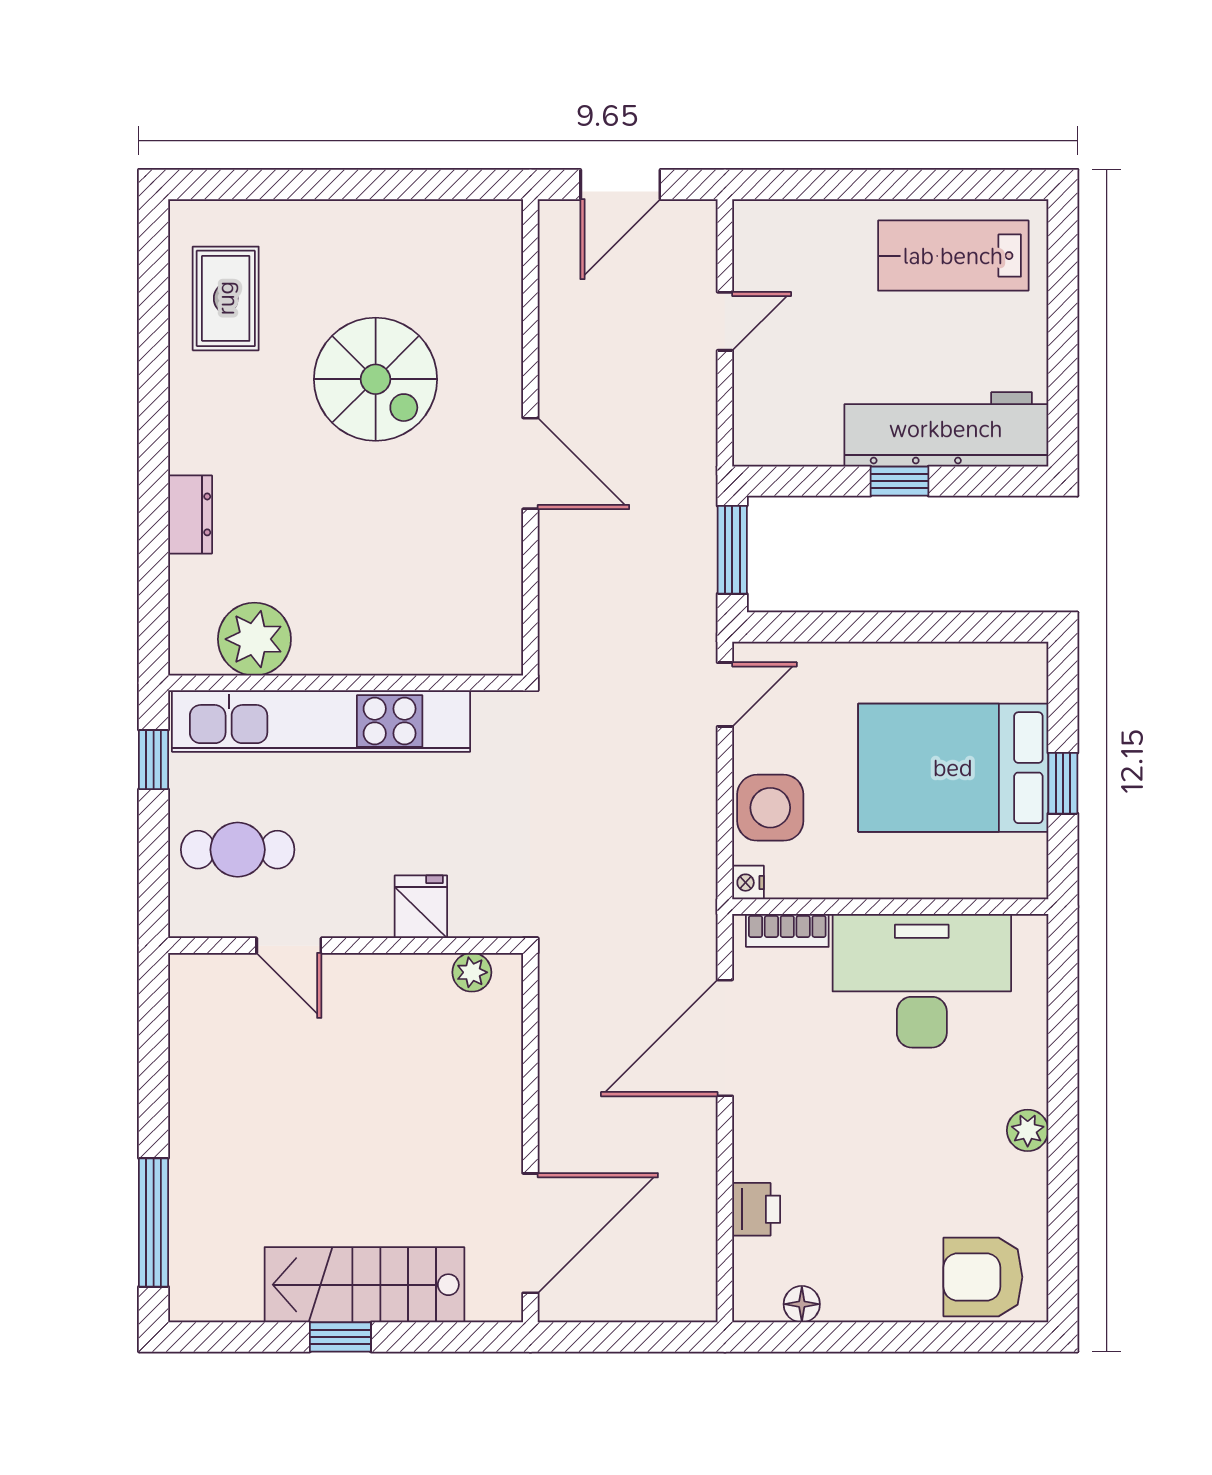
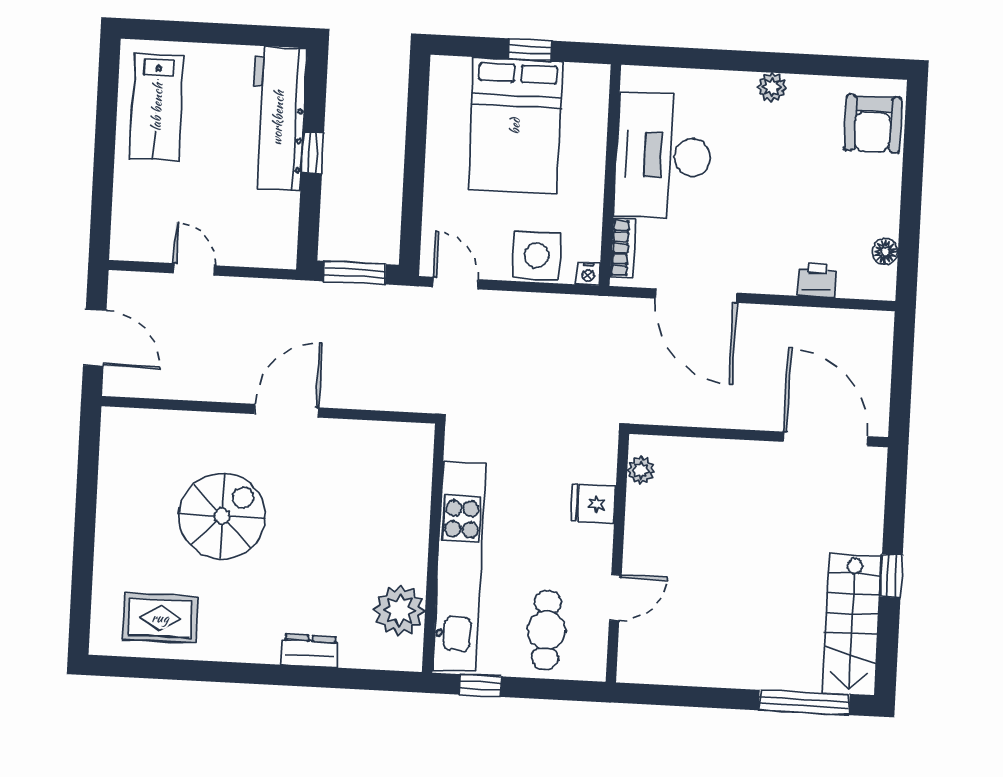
stairs: (364, 1285) -> (852, 625), moved

